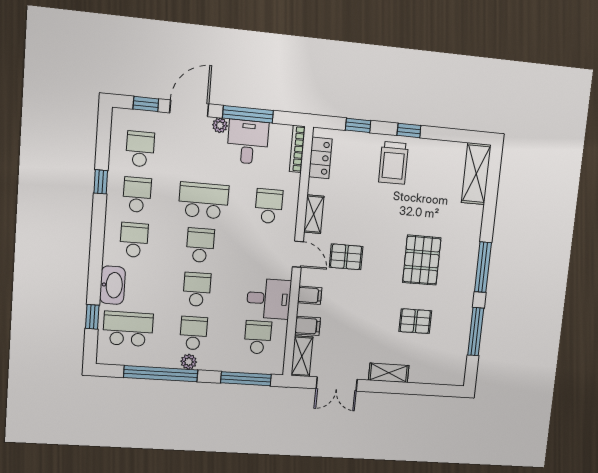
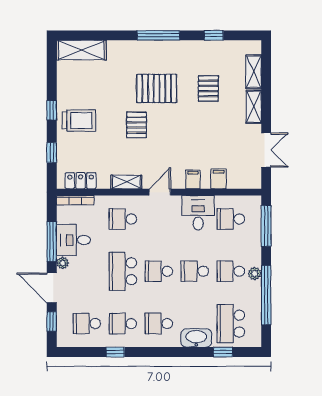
pallet: (346, 257) -> (137, 125), moved
window: (476, 332) -> (214, 35), width x0.46
shelving: (302, 356) -> (254, 72), moved, turned 90

